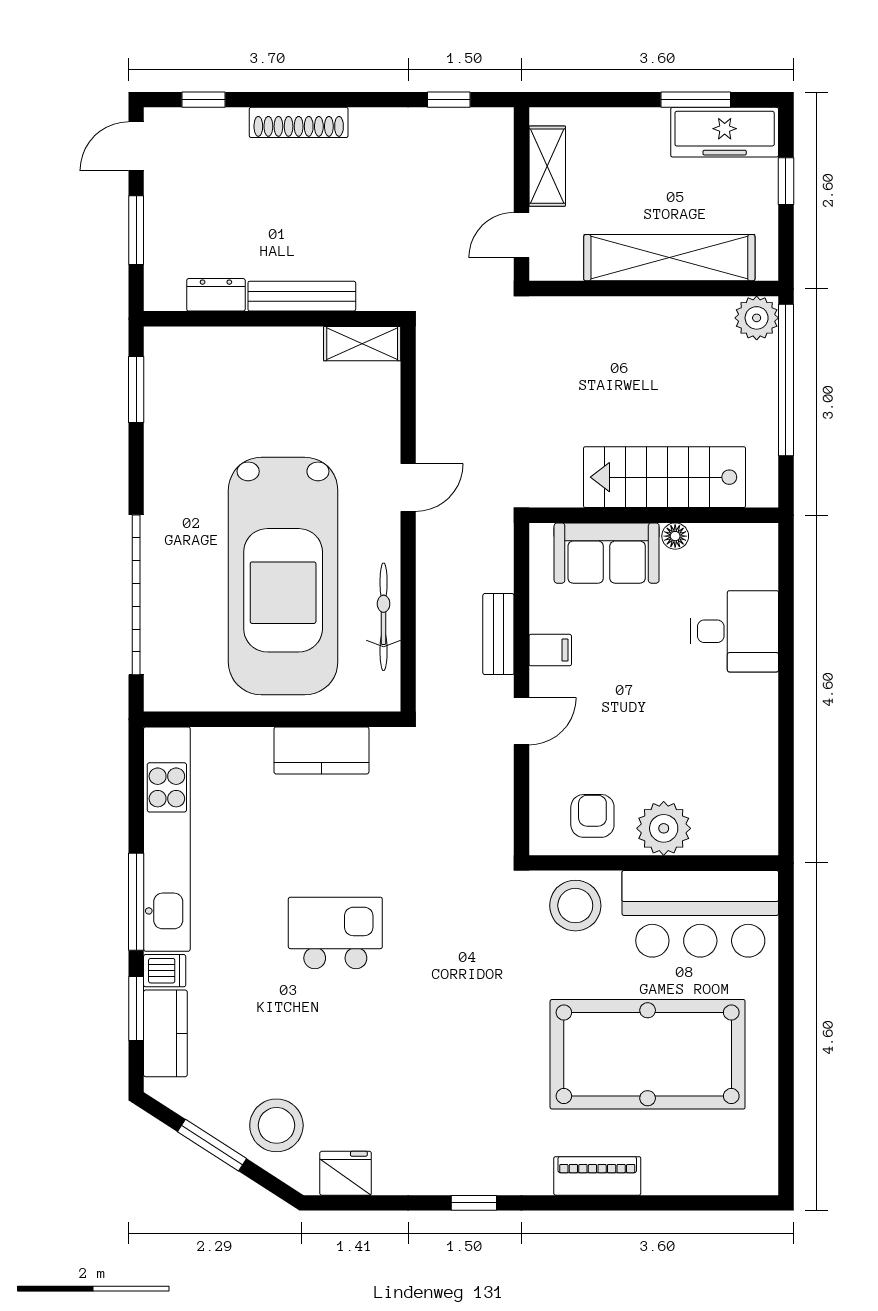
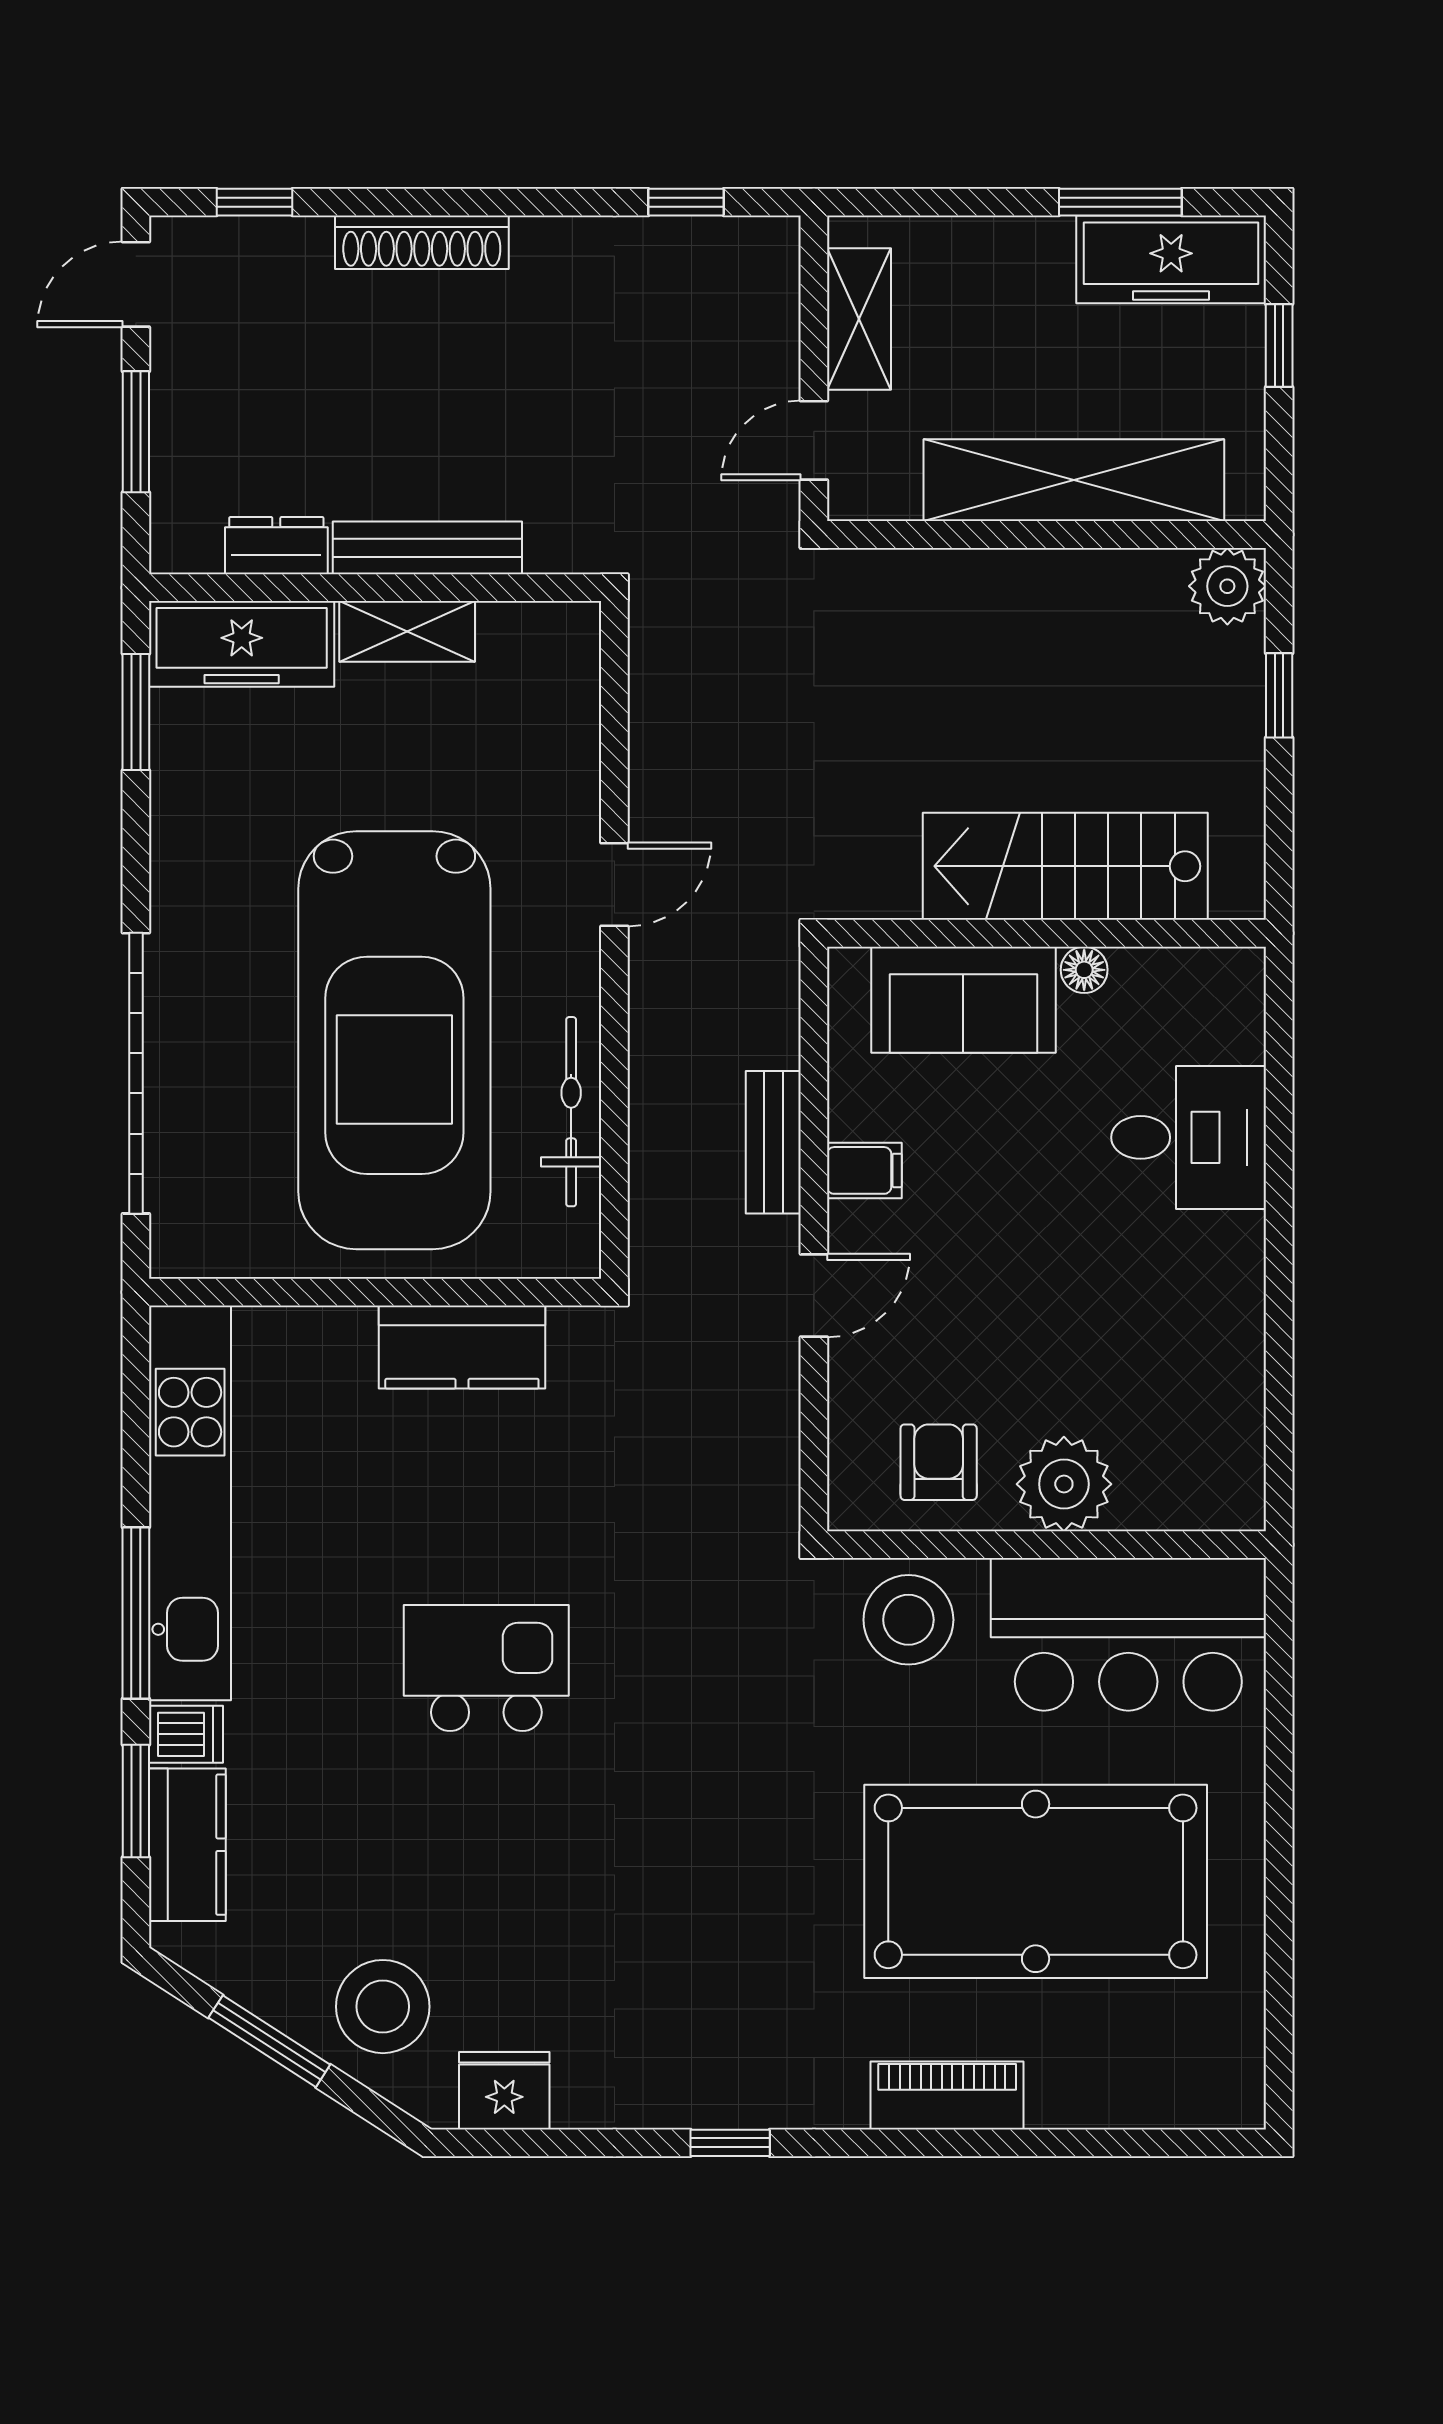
shelving: (362, 344) -> (407, 631), moved
freezer: (196, 351) -> (242, 644), added
window: (786, 380) -> (1279, 695), width x0.32

